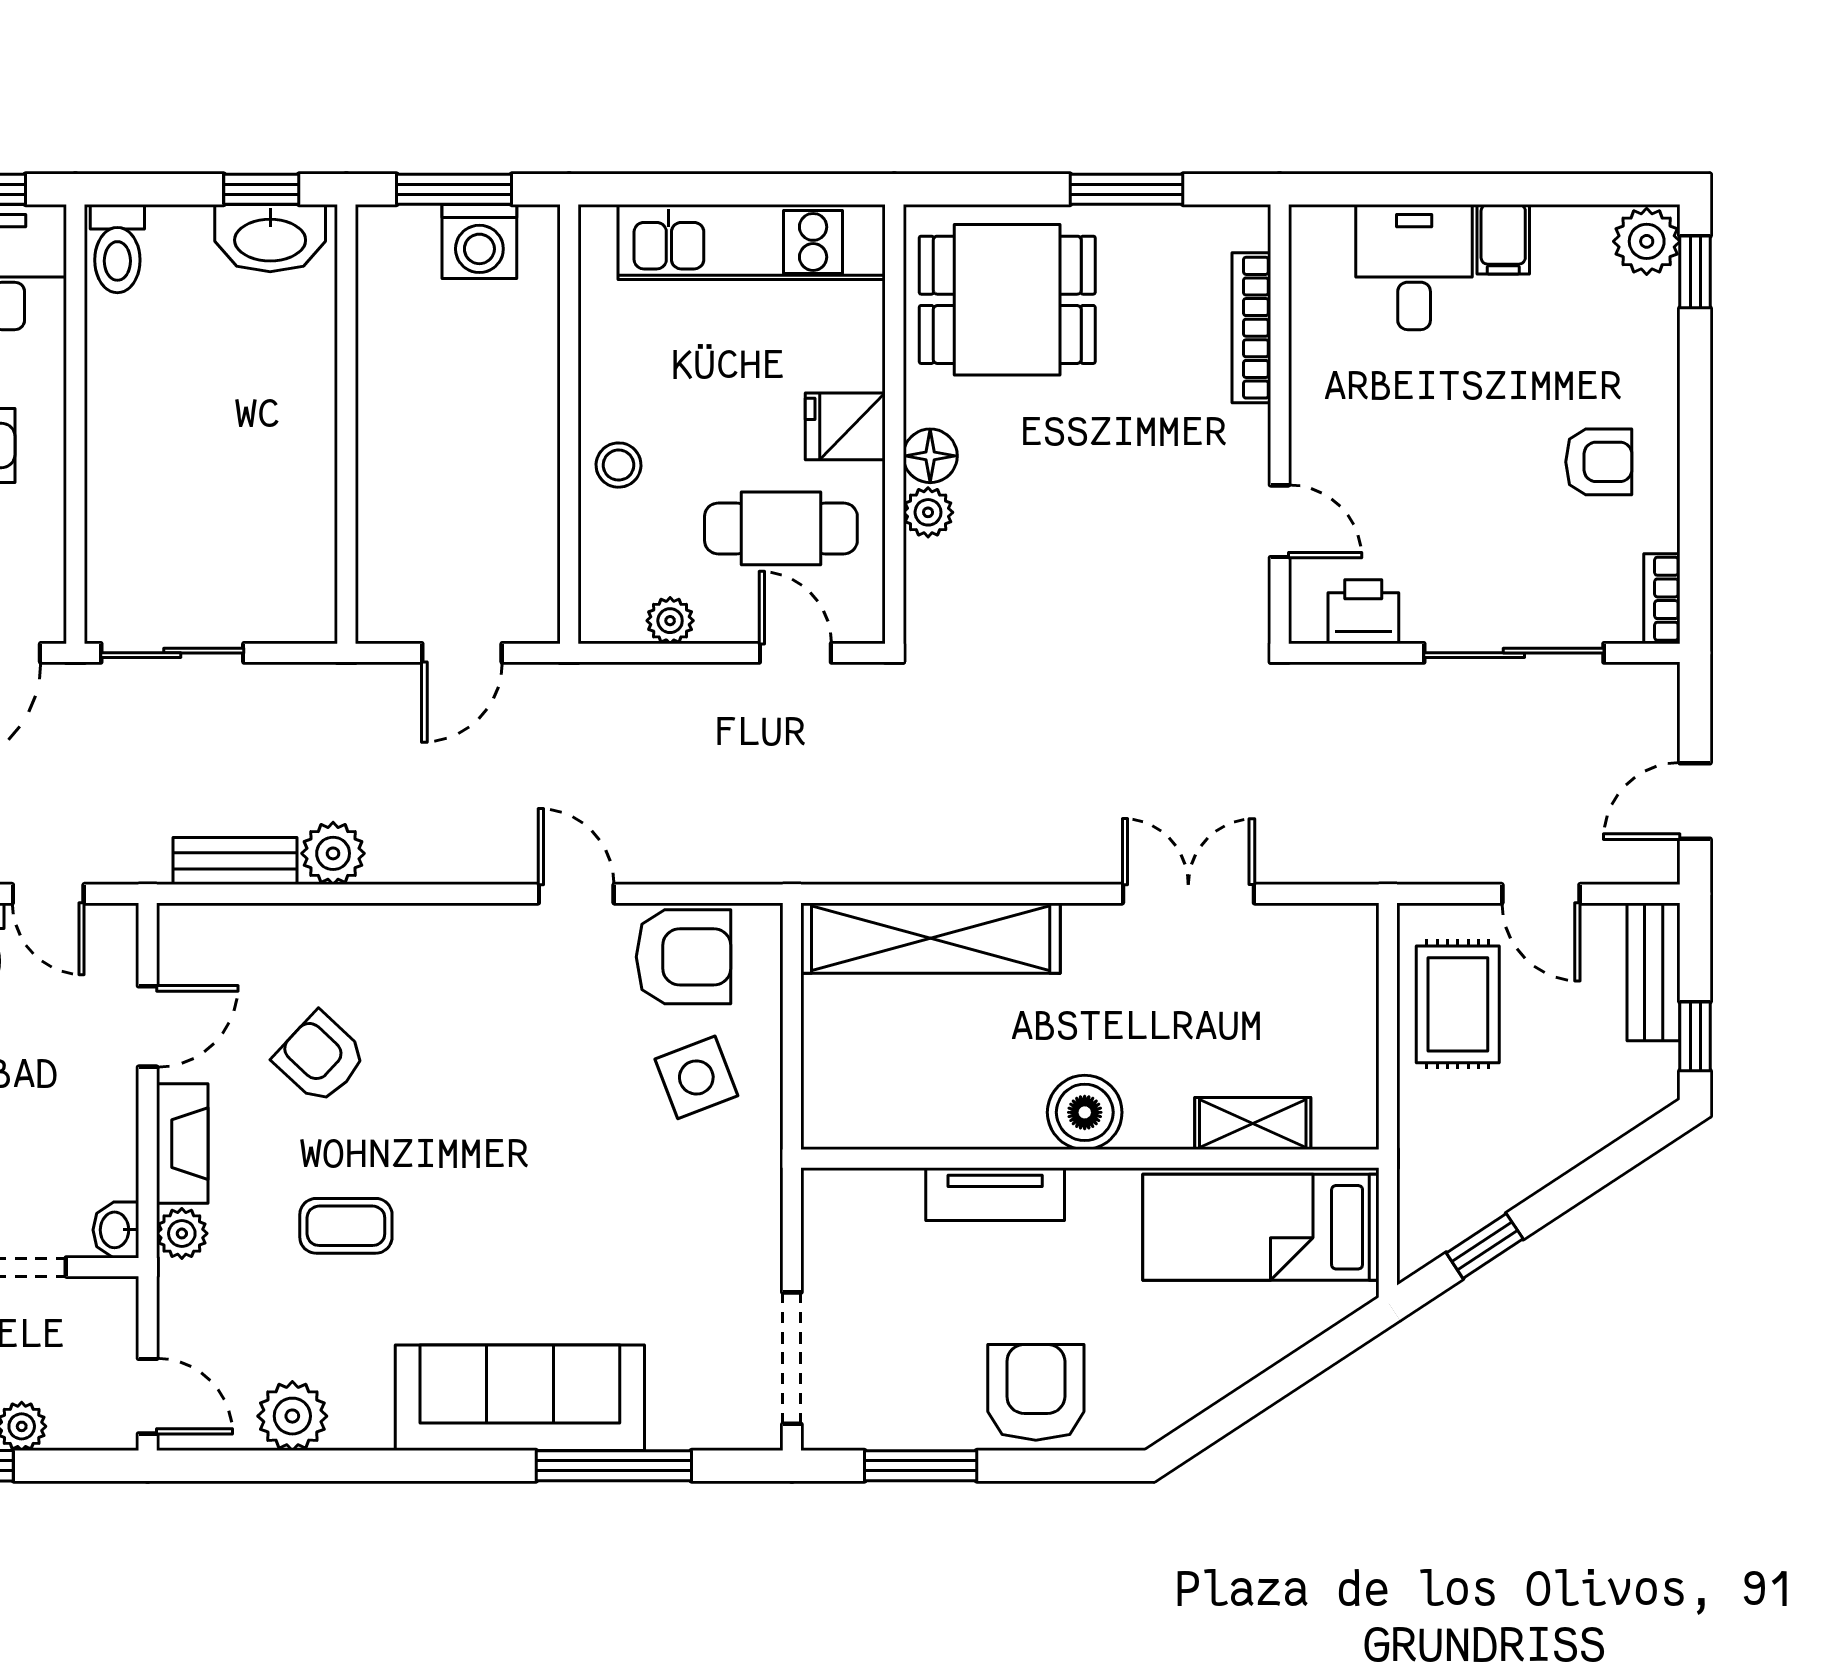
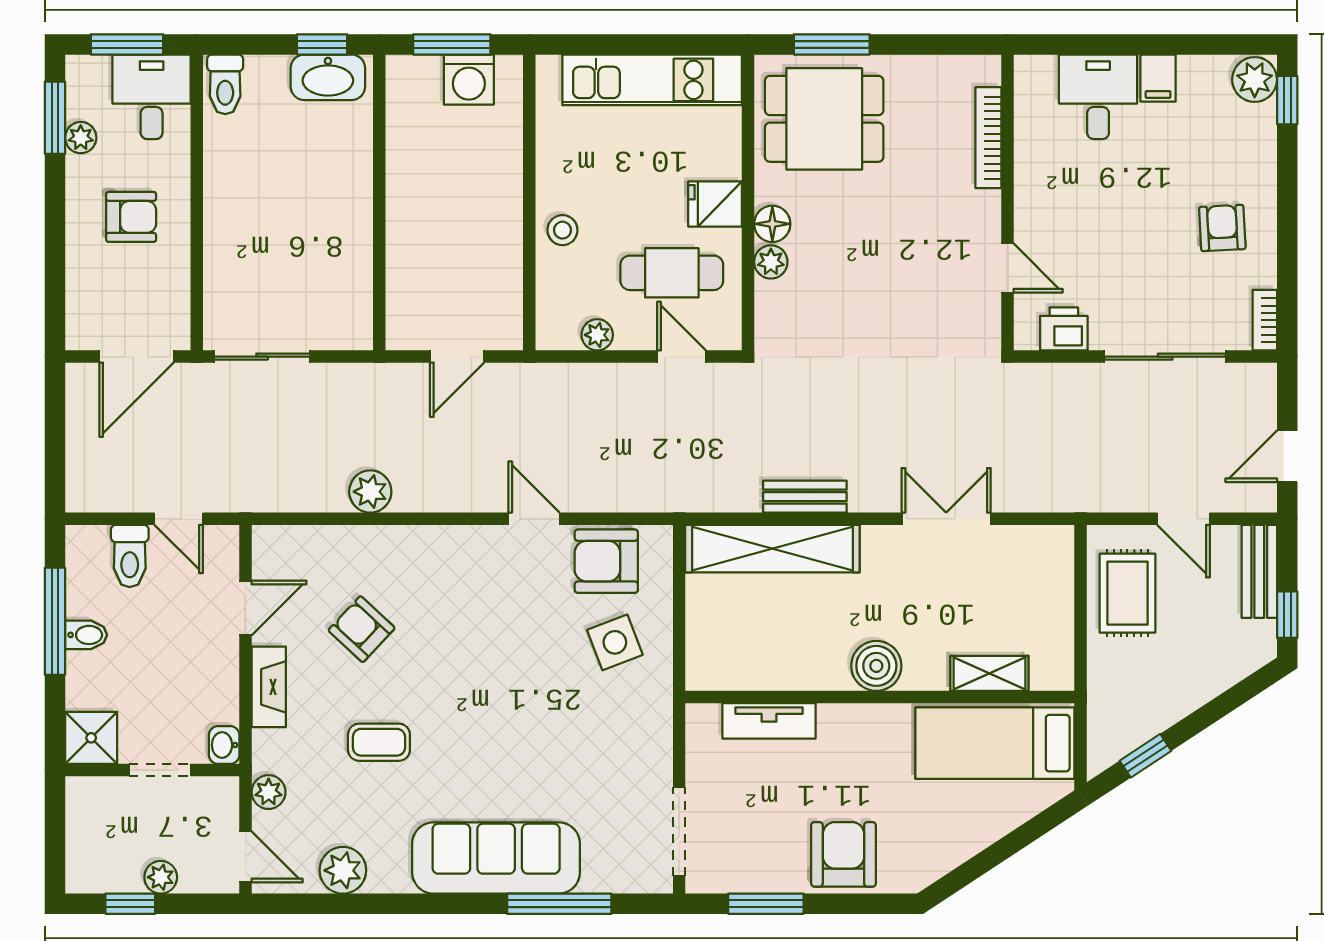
window: (1127, 189) -> (832, 44), moved
armchair: (1599, 462) -> (1222, 228), turned -93
bench: (235, 861) -> (805, 497), moved
armchair: (684, 957) -> (606, 561), turned 180
tv unit: (995, 1194) -> (769, 721), moved
plant: (182, 1233) -> (269, 792), moved

